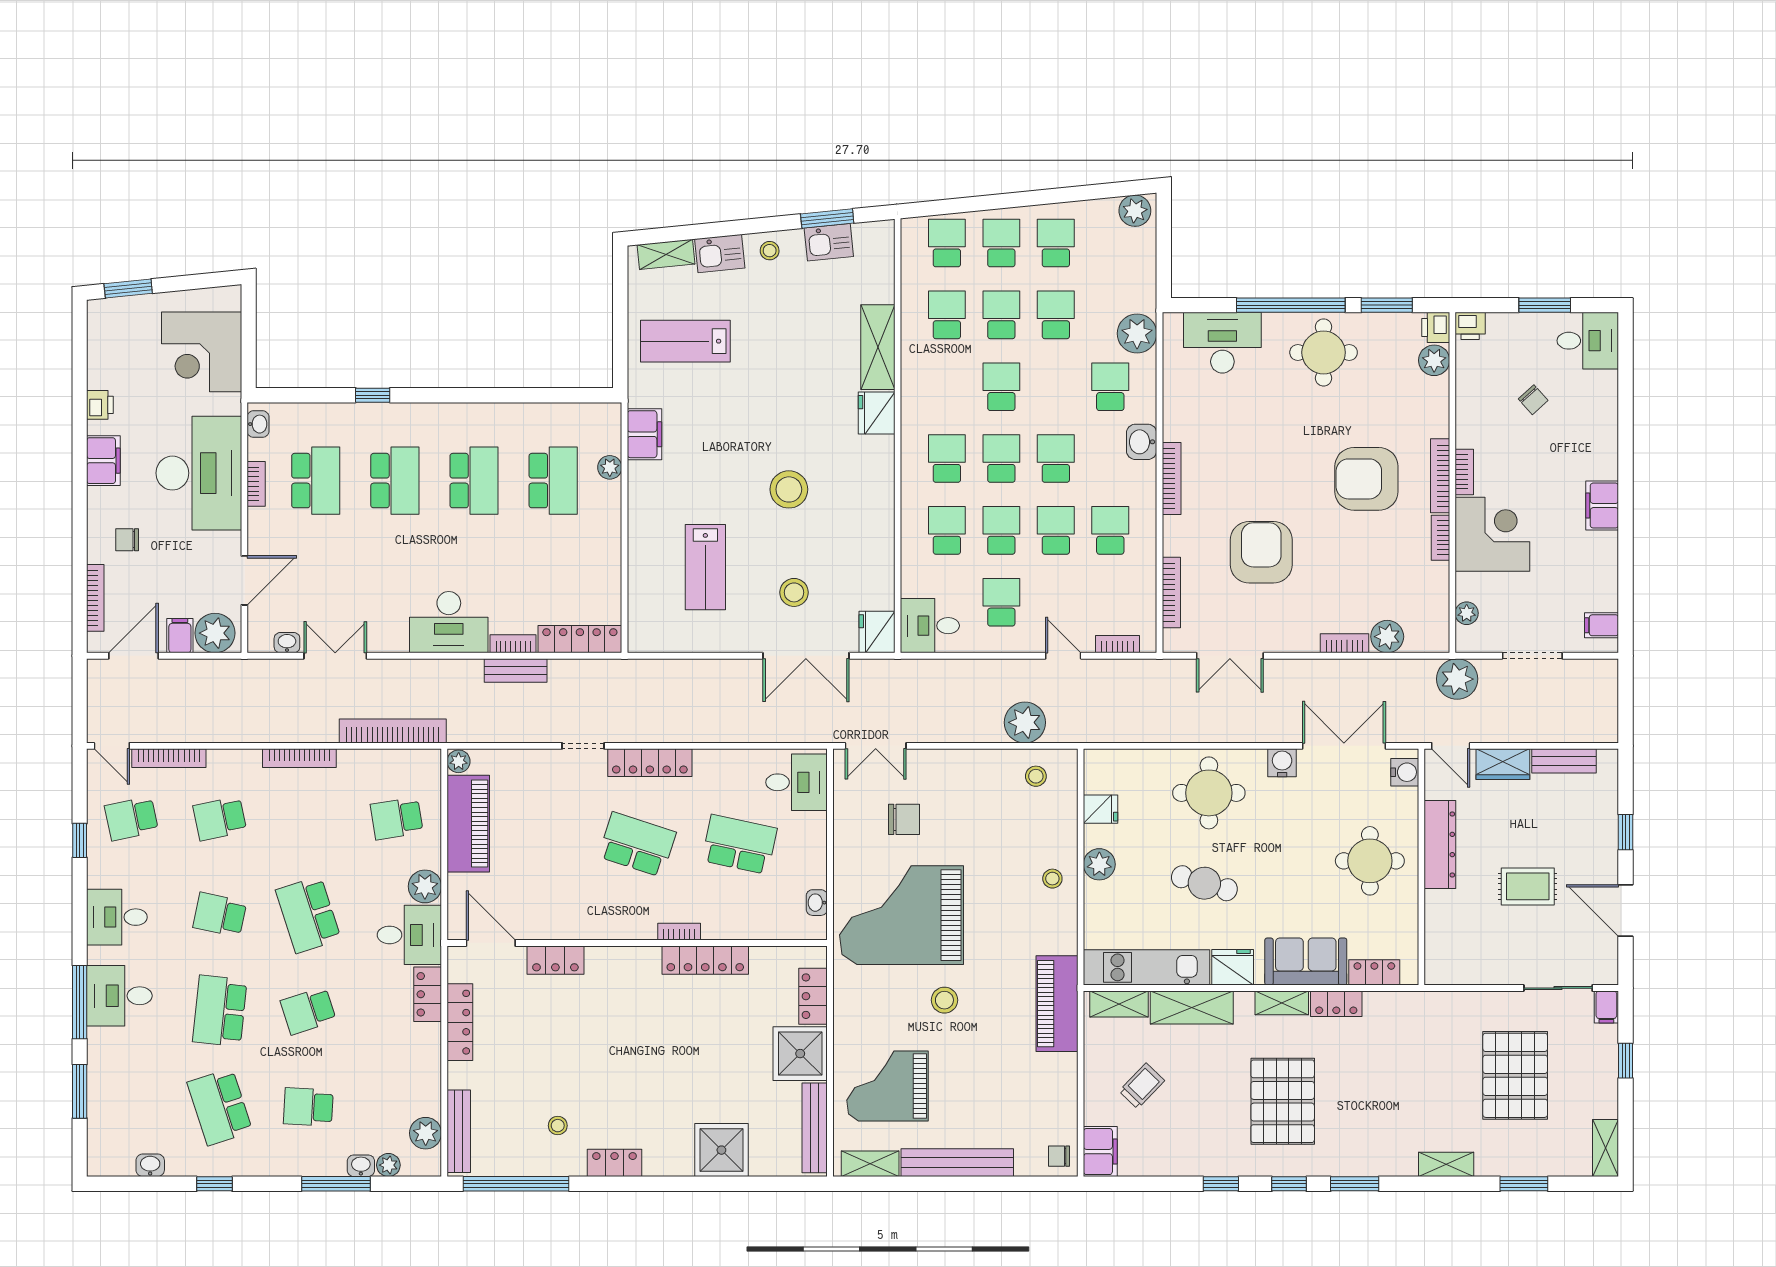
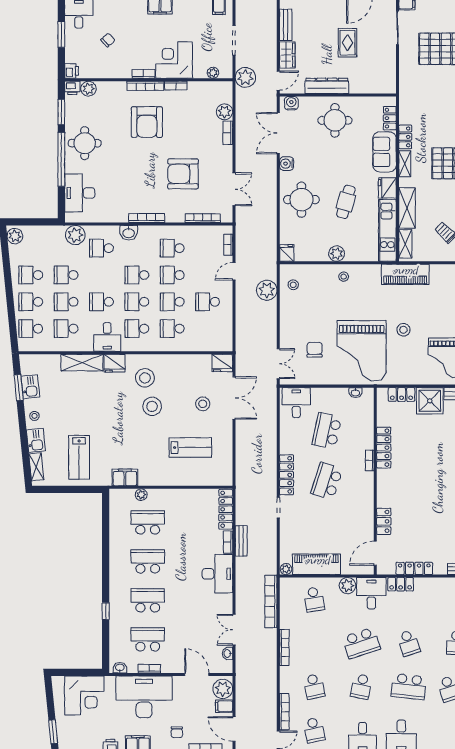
stool: (847, 475) -> (145, 378), added
desk: (930, 626) -> (107, 337), moved
fridge: (1101, 809) -> (287, 253), moved

